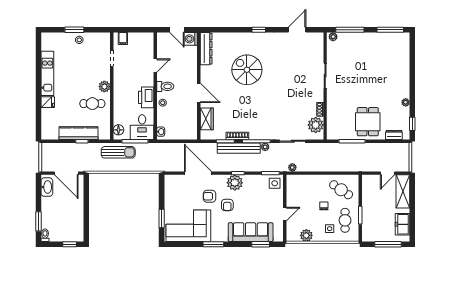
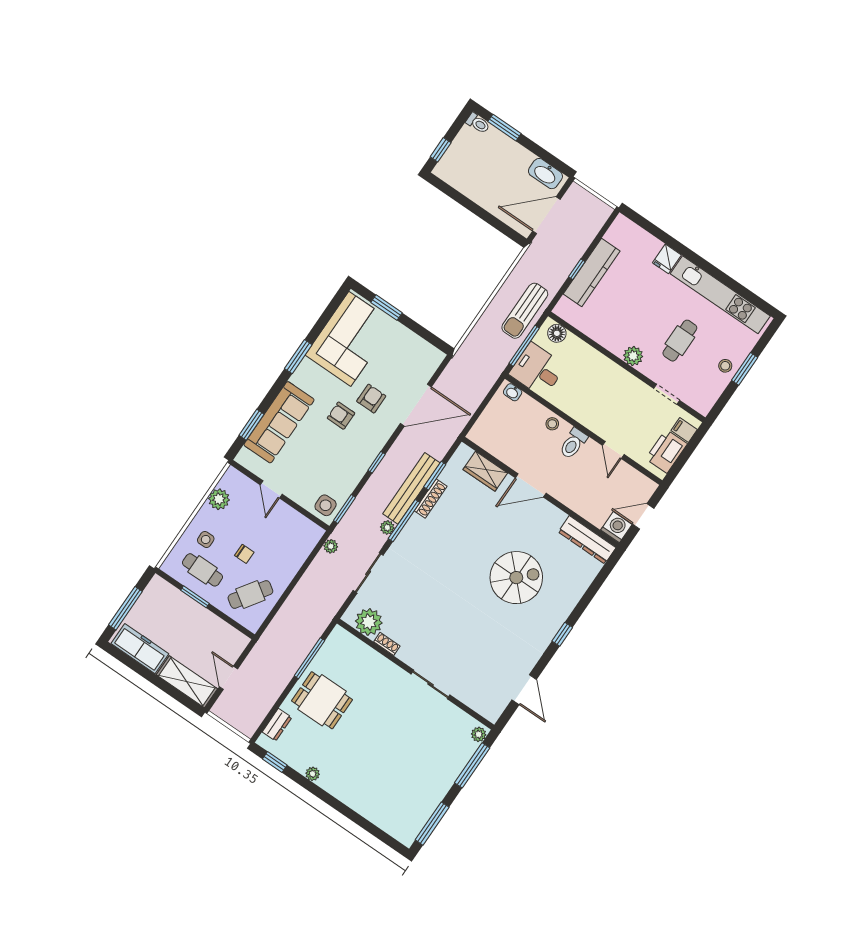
kitchen unit: (47, 73) -> (720, 295), width x1.36
printer: (146, 97) -> (666, 451), moved, turned -90
cafe table: (92, 104) -> (680, 341), moved
plant: (235, 183) -> (366, 449), removed
freezer: (402, 224) -> (140, 649), width x1.40

